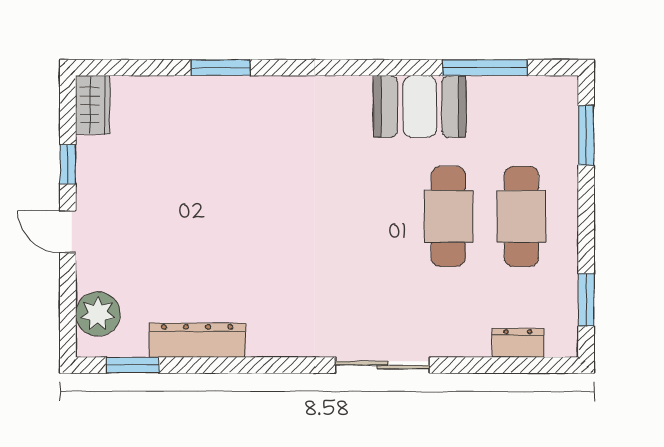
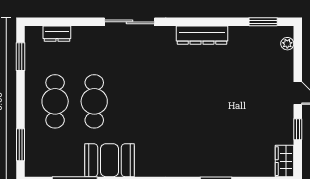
plant: (98, 314) -> (287, 44), width x0.53, depth x0.53
dresser: (197, 340) -> (202, 35), moved

